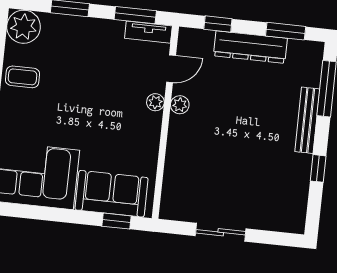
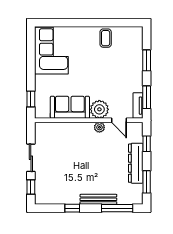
plant: (24, 27) -> (134, 36), removed
plant: (155, 102) -> (99, 109), width x1.87, depth x1.87
sofa: (111, 194) -> (70, 107), moved, turned -90
window: (273, 238) -> (31, 187), added

